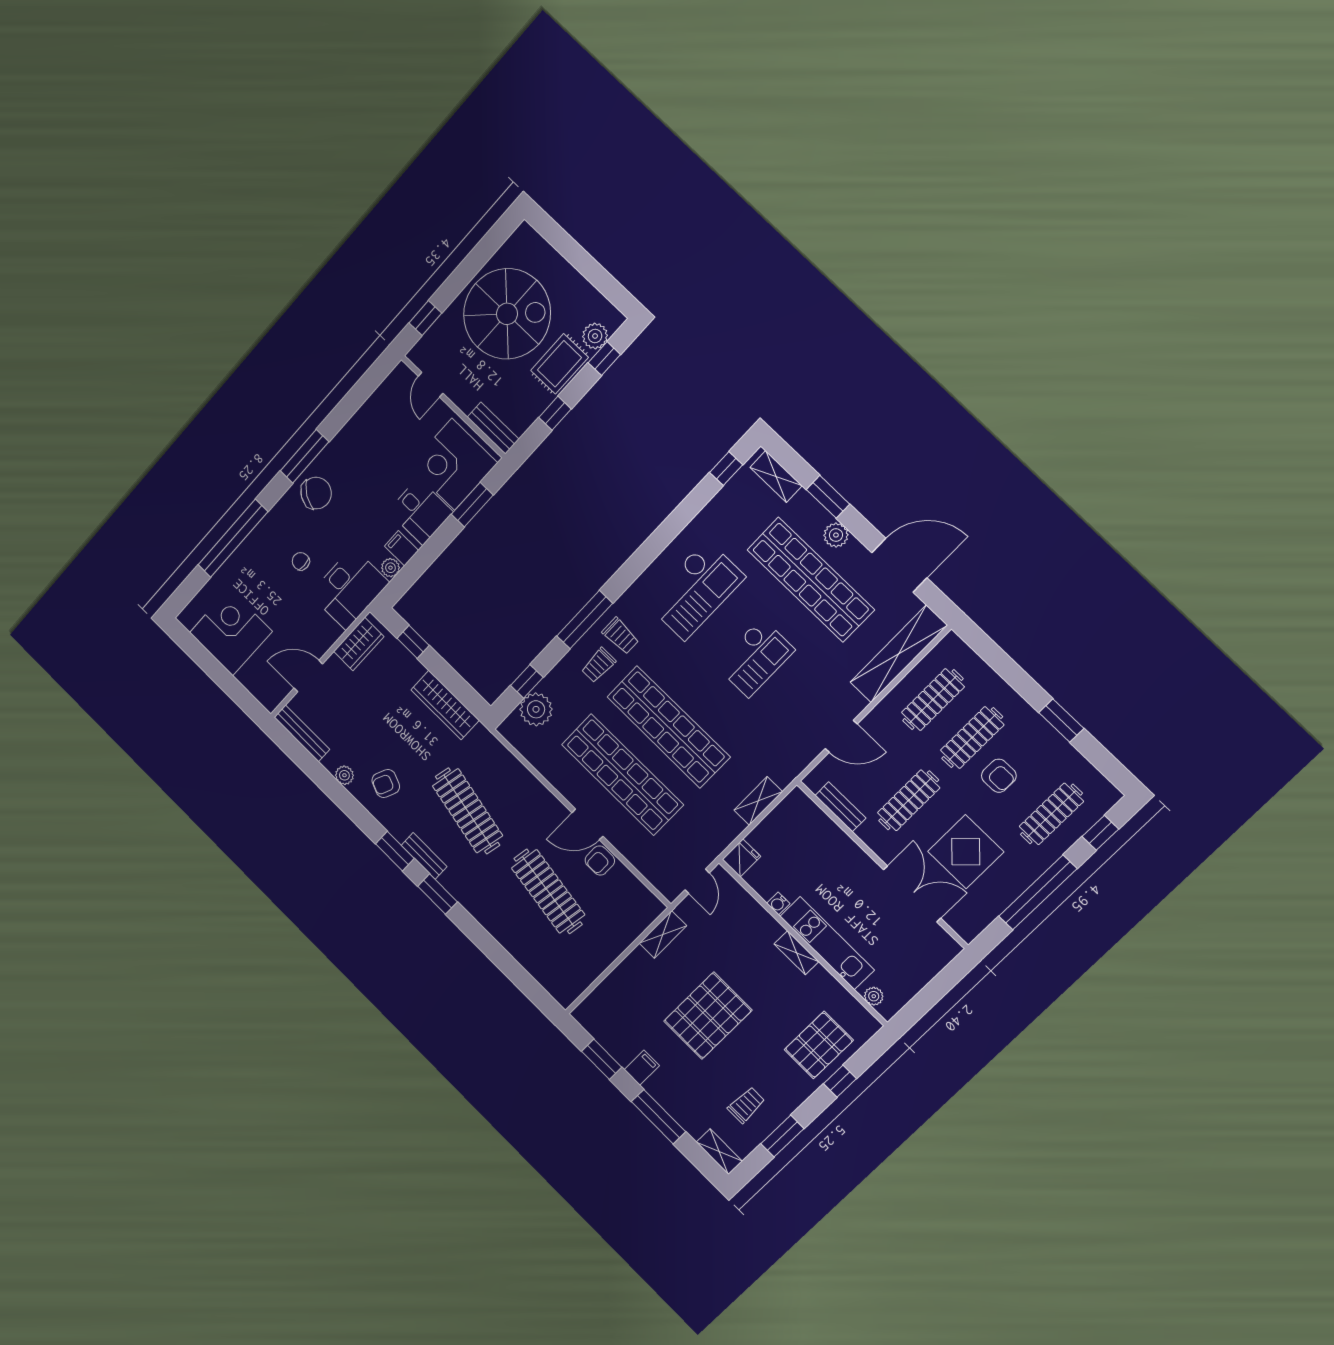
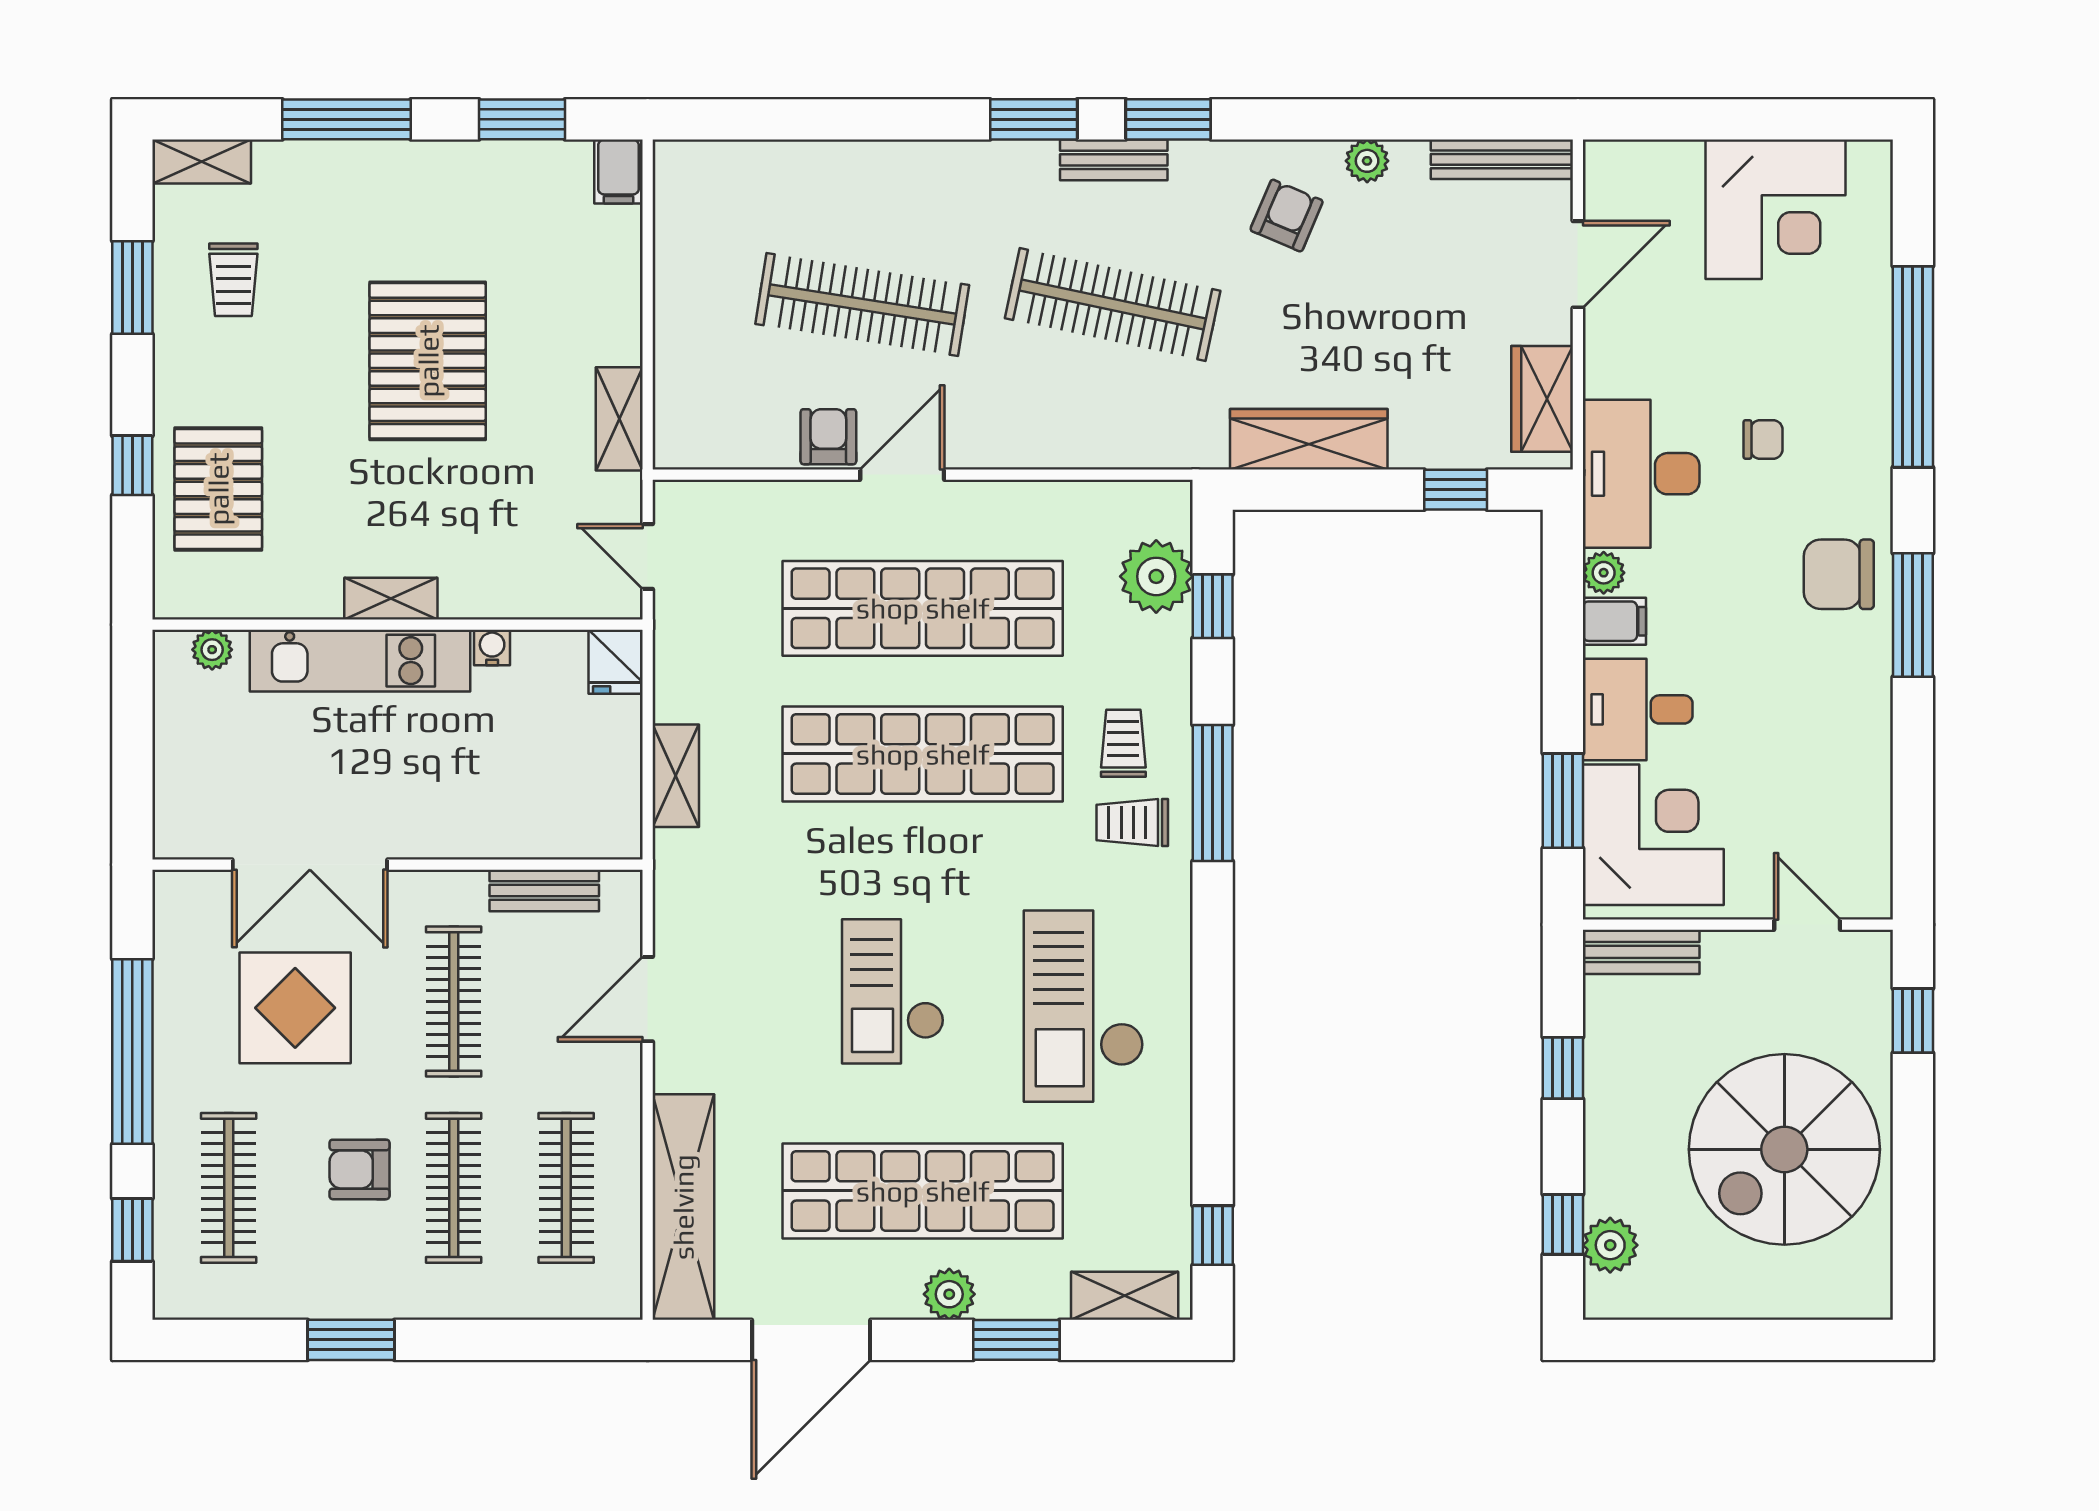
rug: (559, 364) -> (1627, 1150), removed
chair: (316, 493) -> (1839, 574), turned 57
filing cabinet: (642, 1068) -> (618, 171), moved

